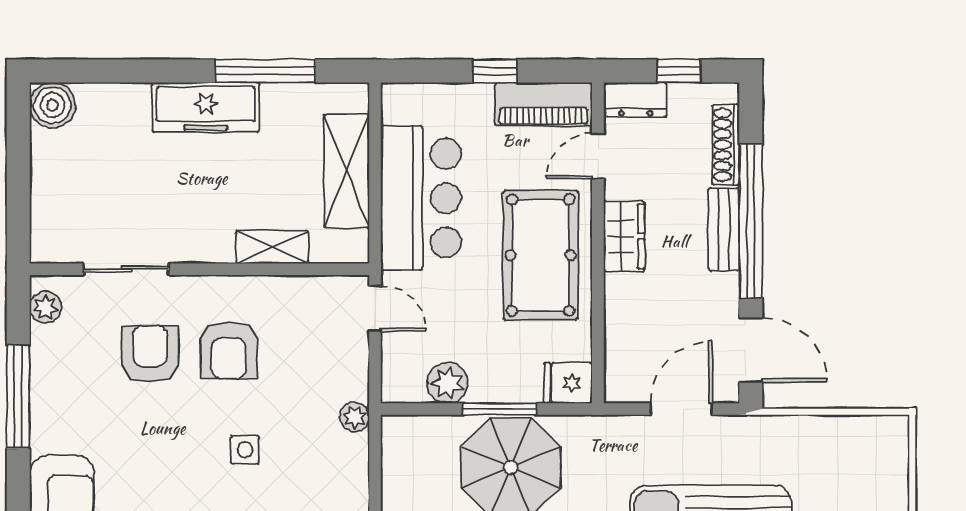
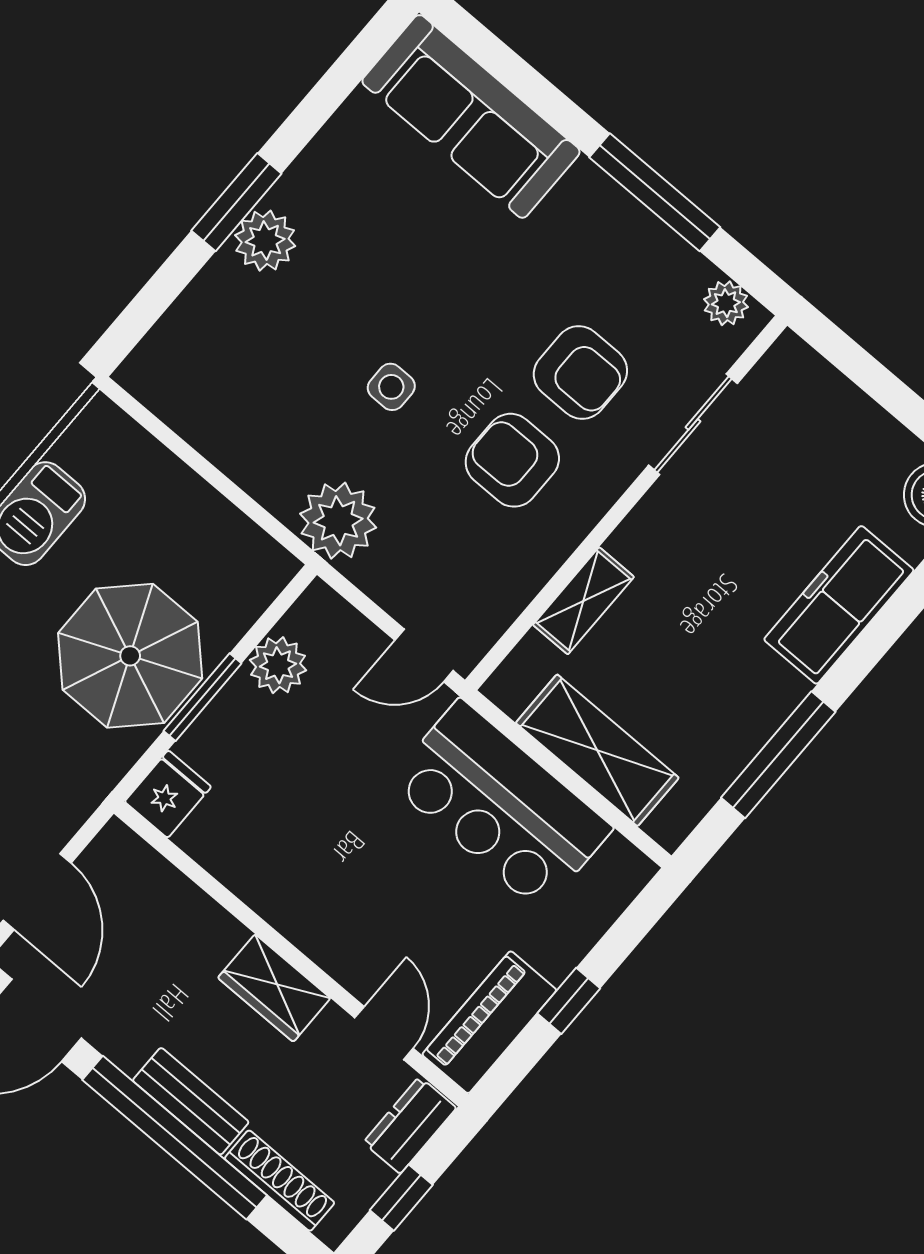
freezer: (206, 107) -> (839, 605), moved
pool table: (541, 255) -> (330, 881), removed
plant: (355, 417) -> (338, 521), width x1.88, depth x1.88

